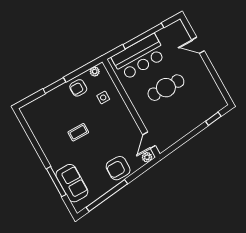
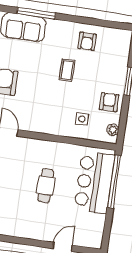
window: (143, 36) -> (114, 182), moved
cafe table: (166, 88) -> (46, 186), width x0.73, depth x0.74
armchair: (49, 134) -> (87, 41), added

